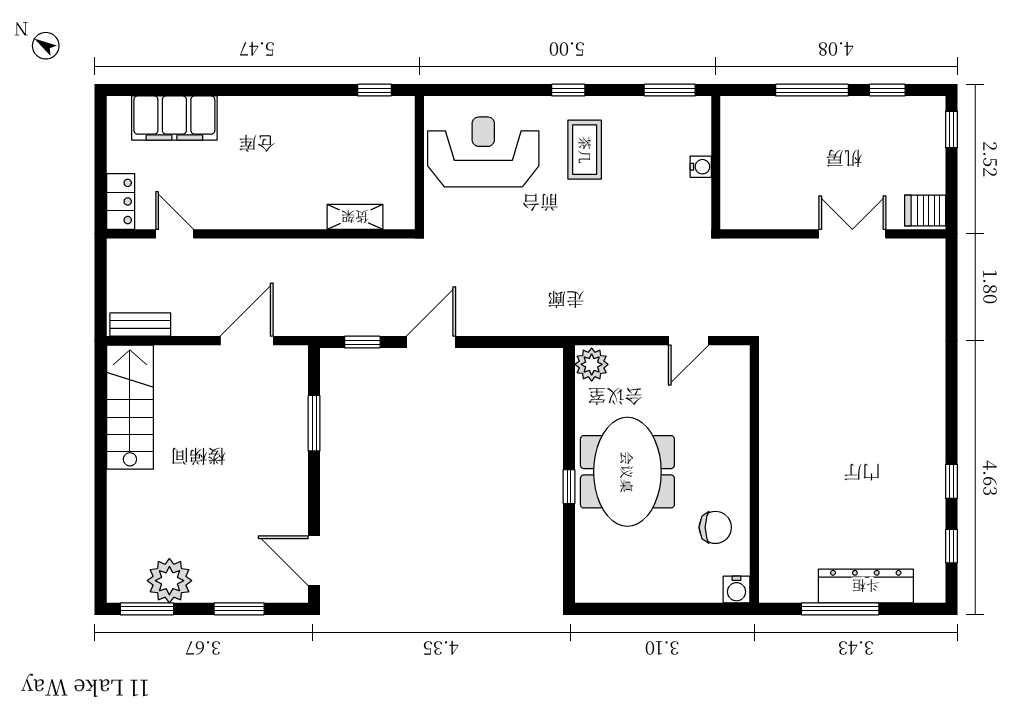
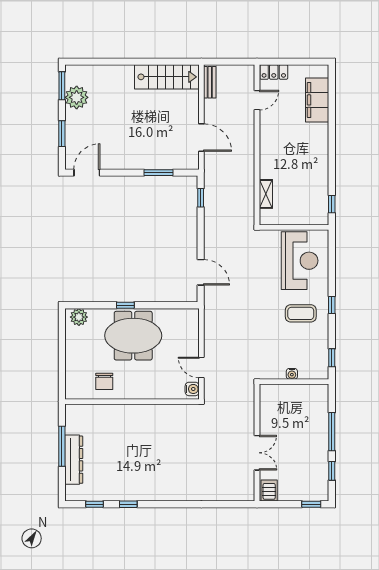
window: (670, 90) -> (332, 358), width x0.67
door: (431, 342) -> (201, 272), moved
plant: (592, 364) -> (79, 317), moved
water cooler: (736, 590) -> (192, 389), moved, turned 180

